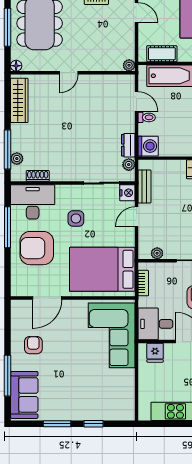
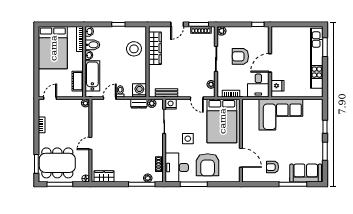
door: (69, 73) -> (90, 143), swing flipped
wardrobe: (19, 100) -> (104, 176), width x0.67
door: (136, 217) -> (197, 98), moved
corner sofa: (112, 335) -> (281, 115), moved

